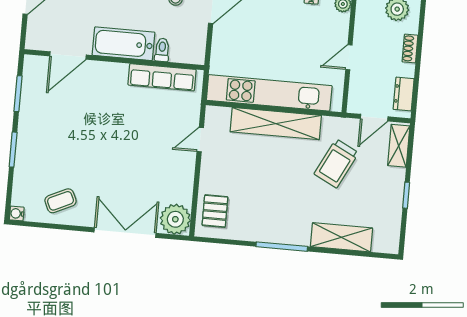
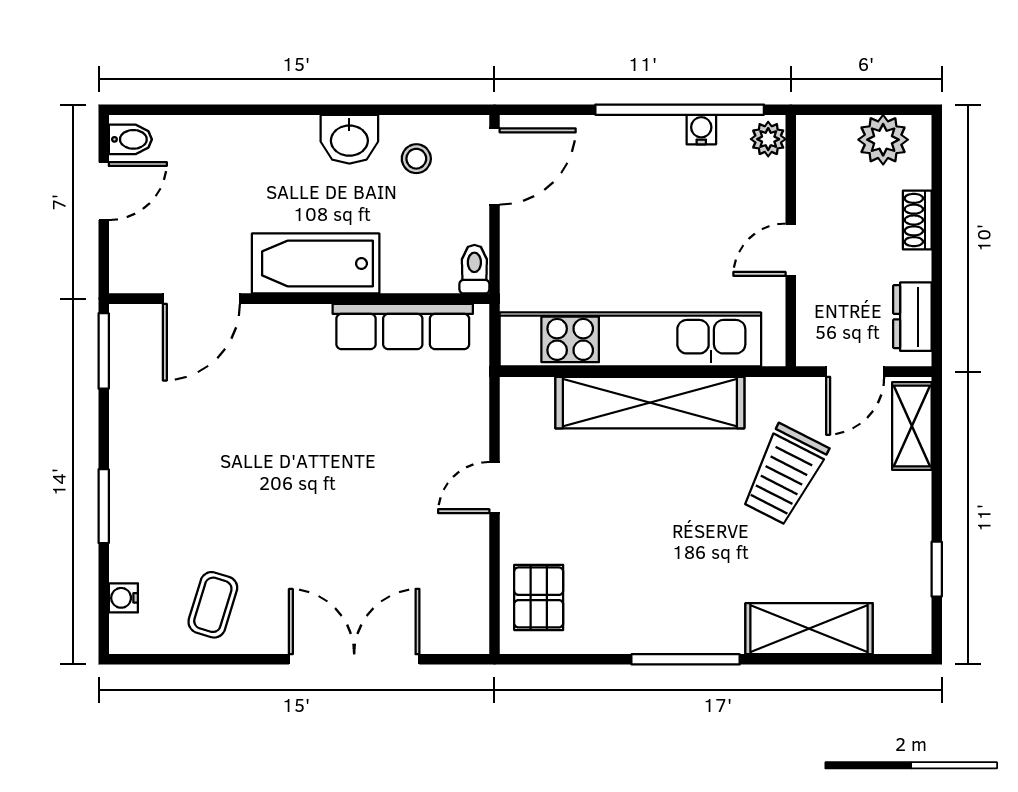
toilet: (162, 50) -> (474, 269), moved
window: (18, 94) -> (104, 351), moved
door: (200, 140) -> (494, 487), moved
window: (406, 195) -> (937, 569), moved
coffee table: (61, 201) -> (213, 605), turned -48
water cooler: (17, 214) -> (123, 598), moved
plant: (175, 219) -> (457, 622), removed

